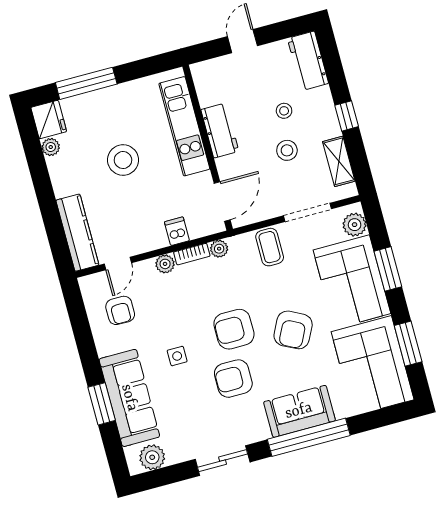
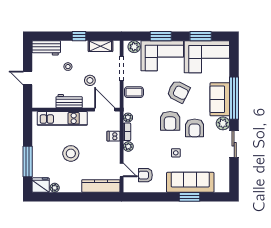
stool: (287, 150) -> (90, 80), moved
armchair: (120, 310) -> (145, 175), turned 180
plant: (152, 457) -> (223, 123), moved

